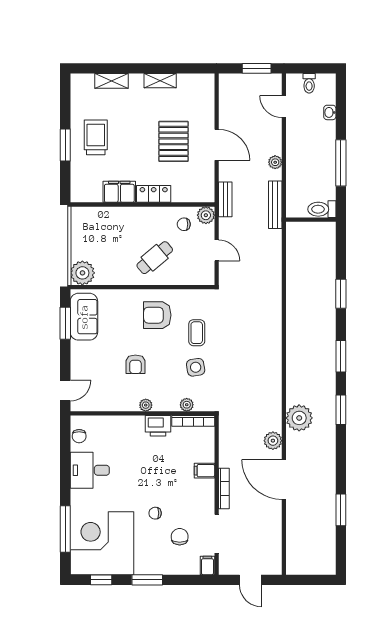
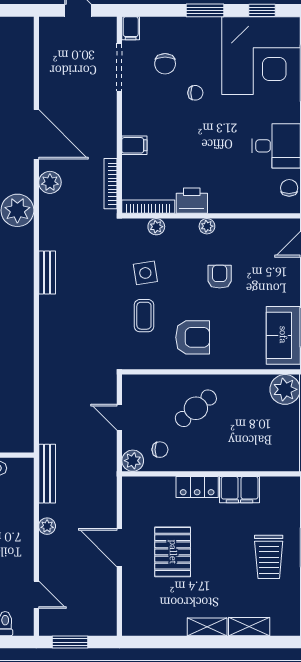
shelving: (160, 81) -> (207, 627), moved
bench: (225, 199) -> (47, 272), moved
bookcase: (224, 488) -> (111, 184), moved

